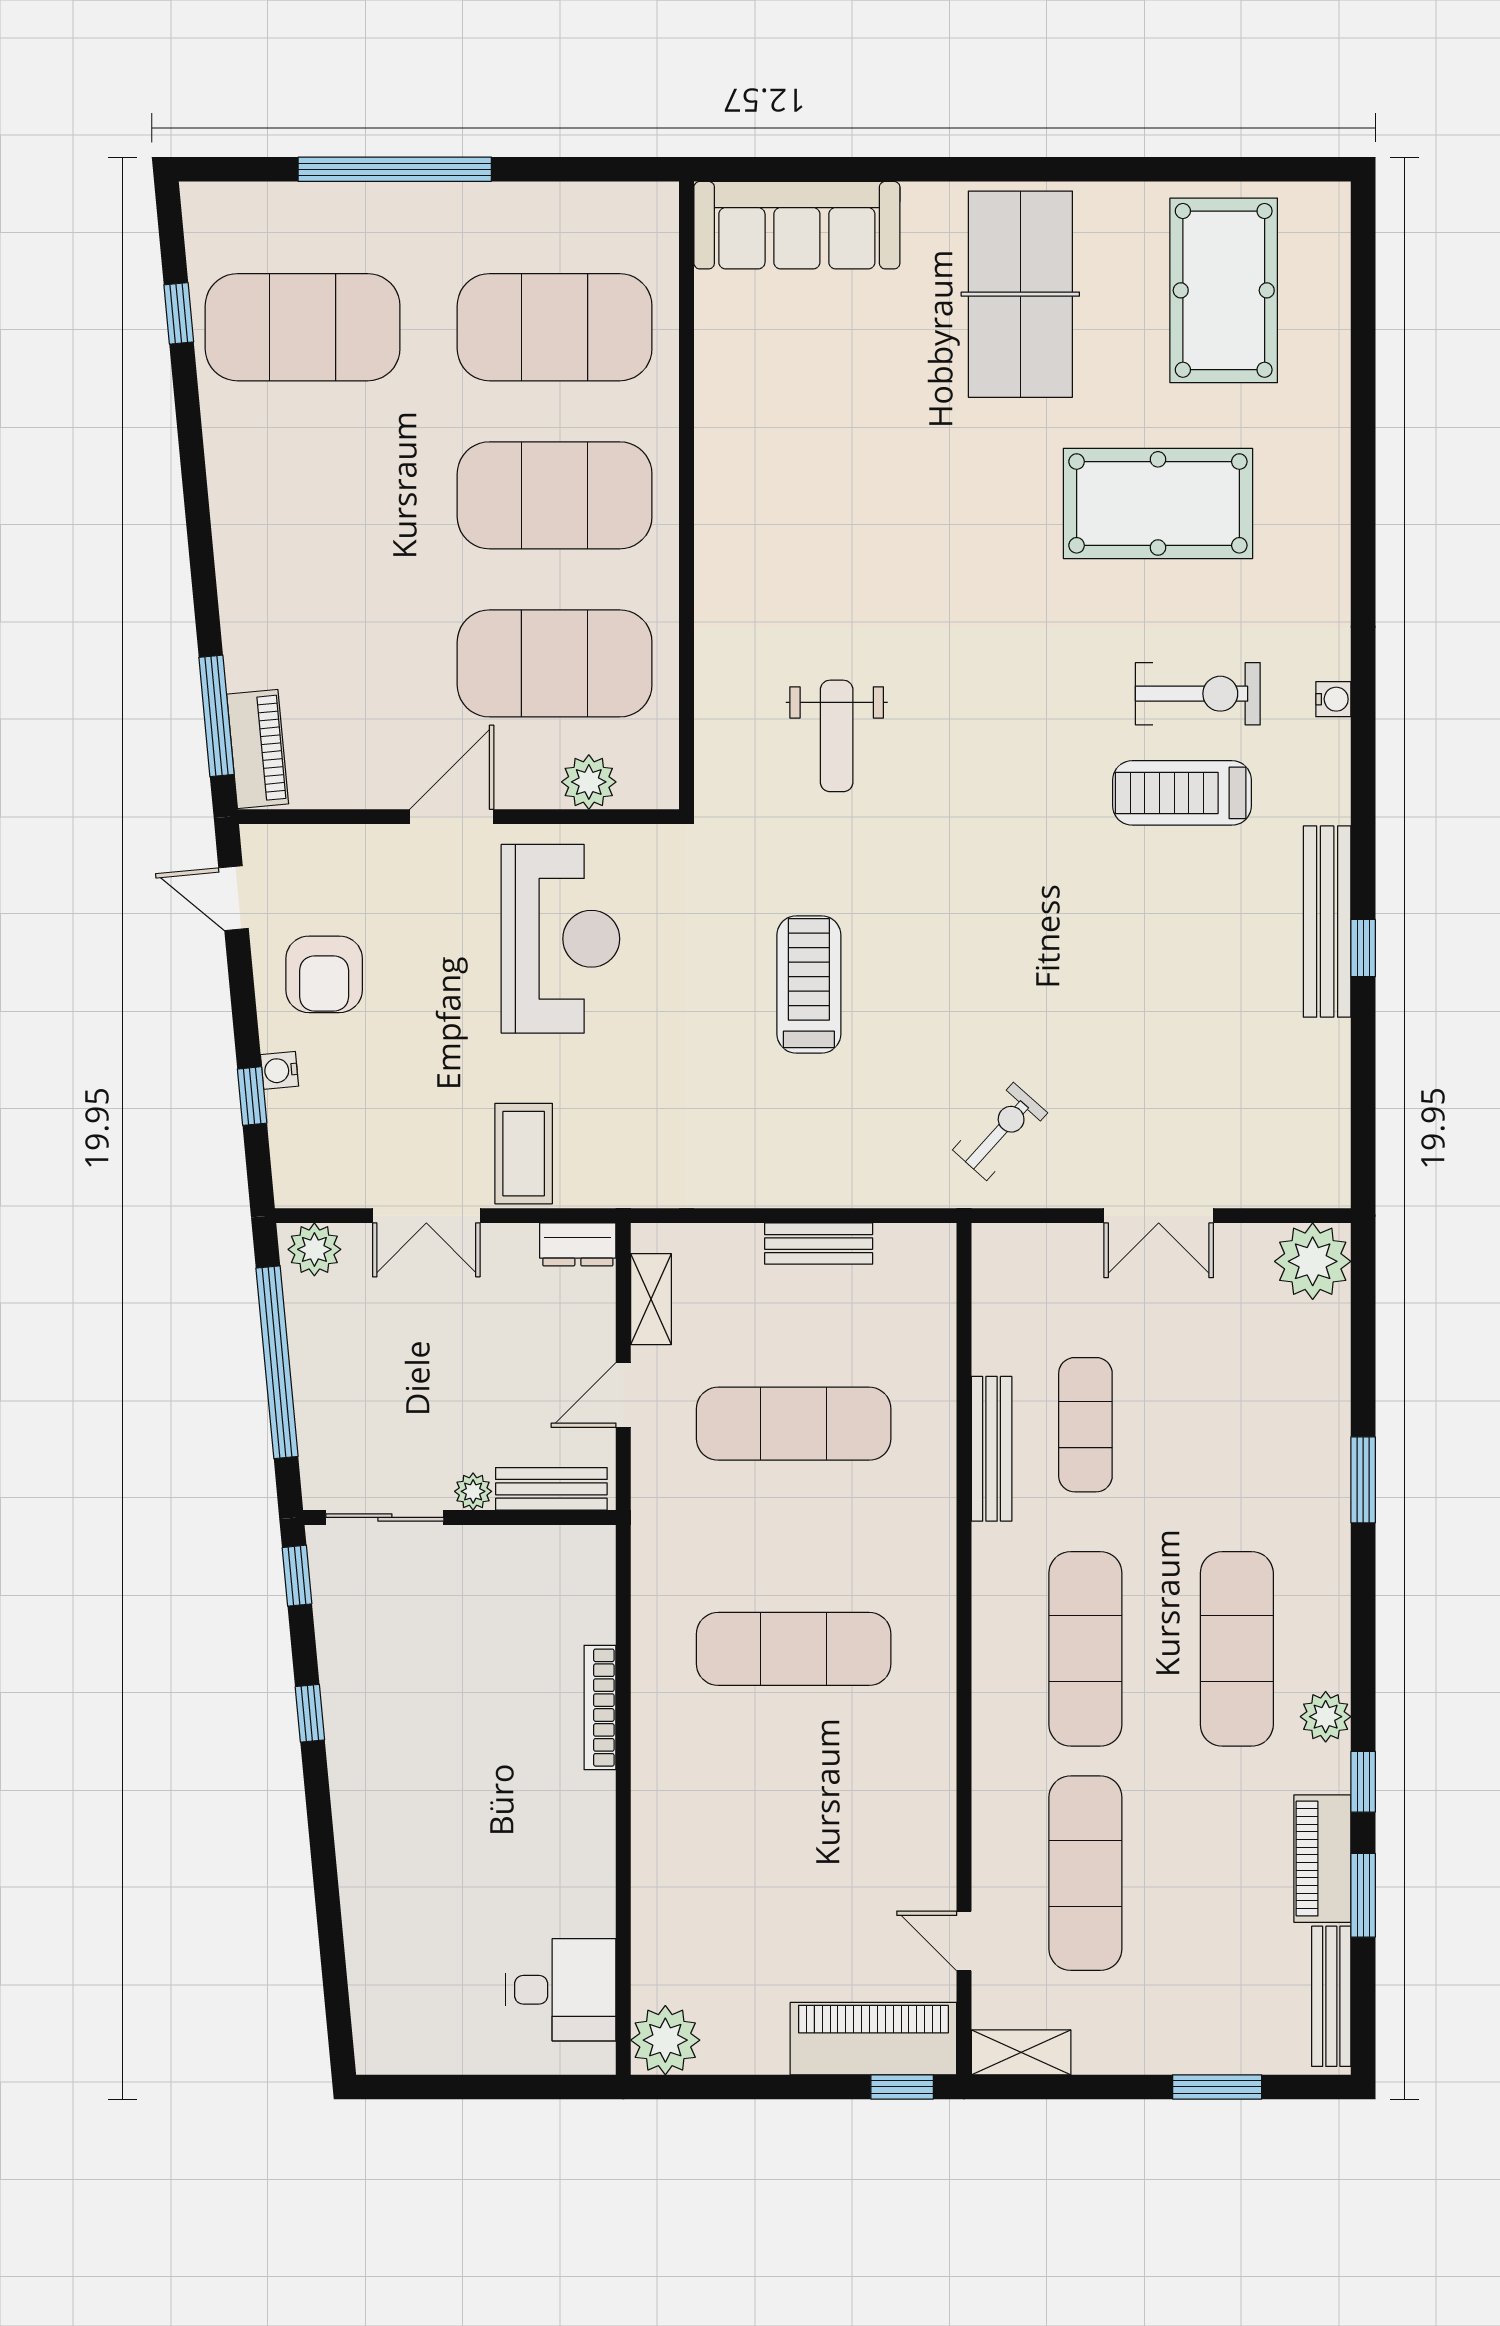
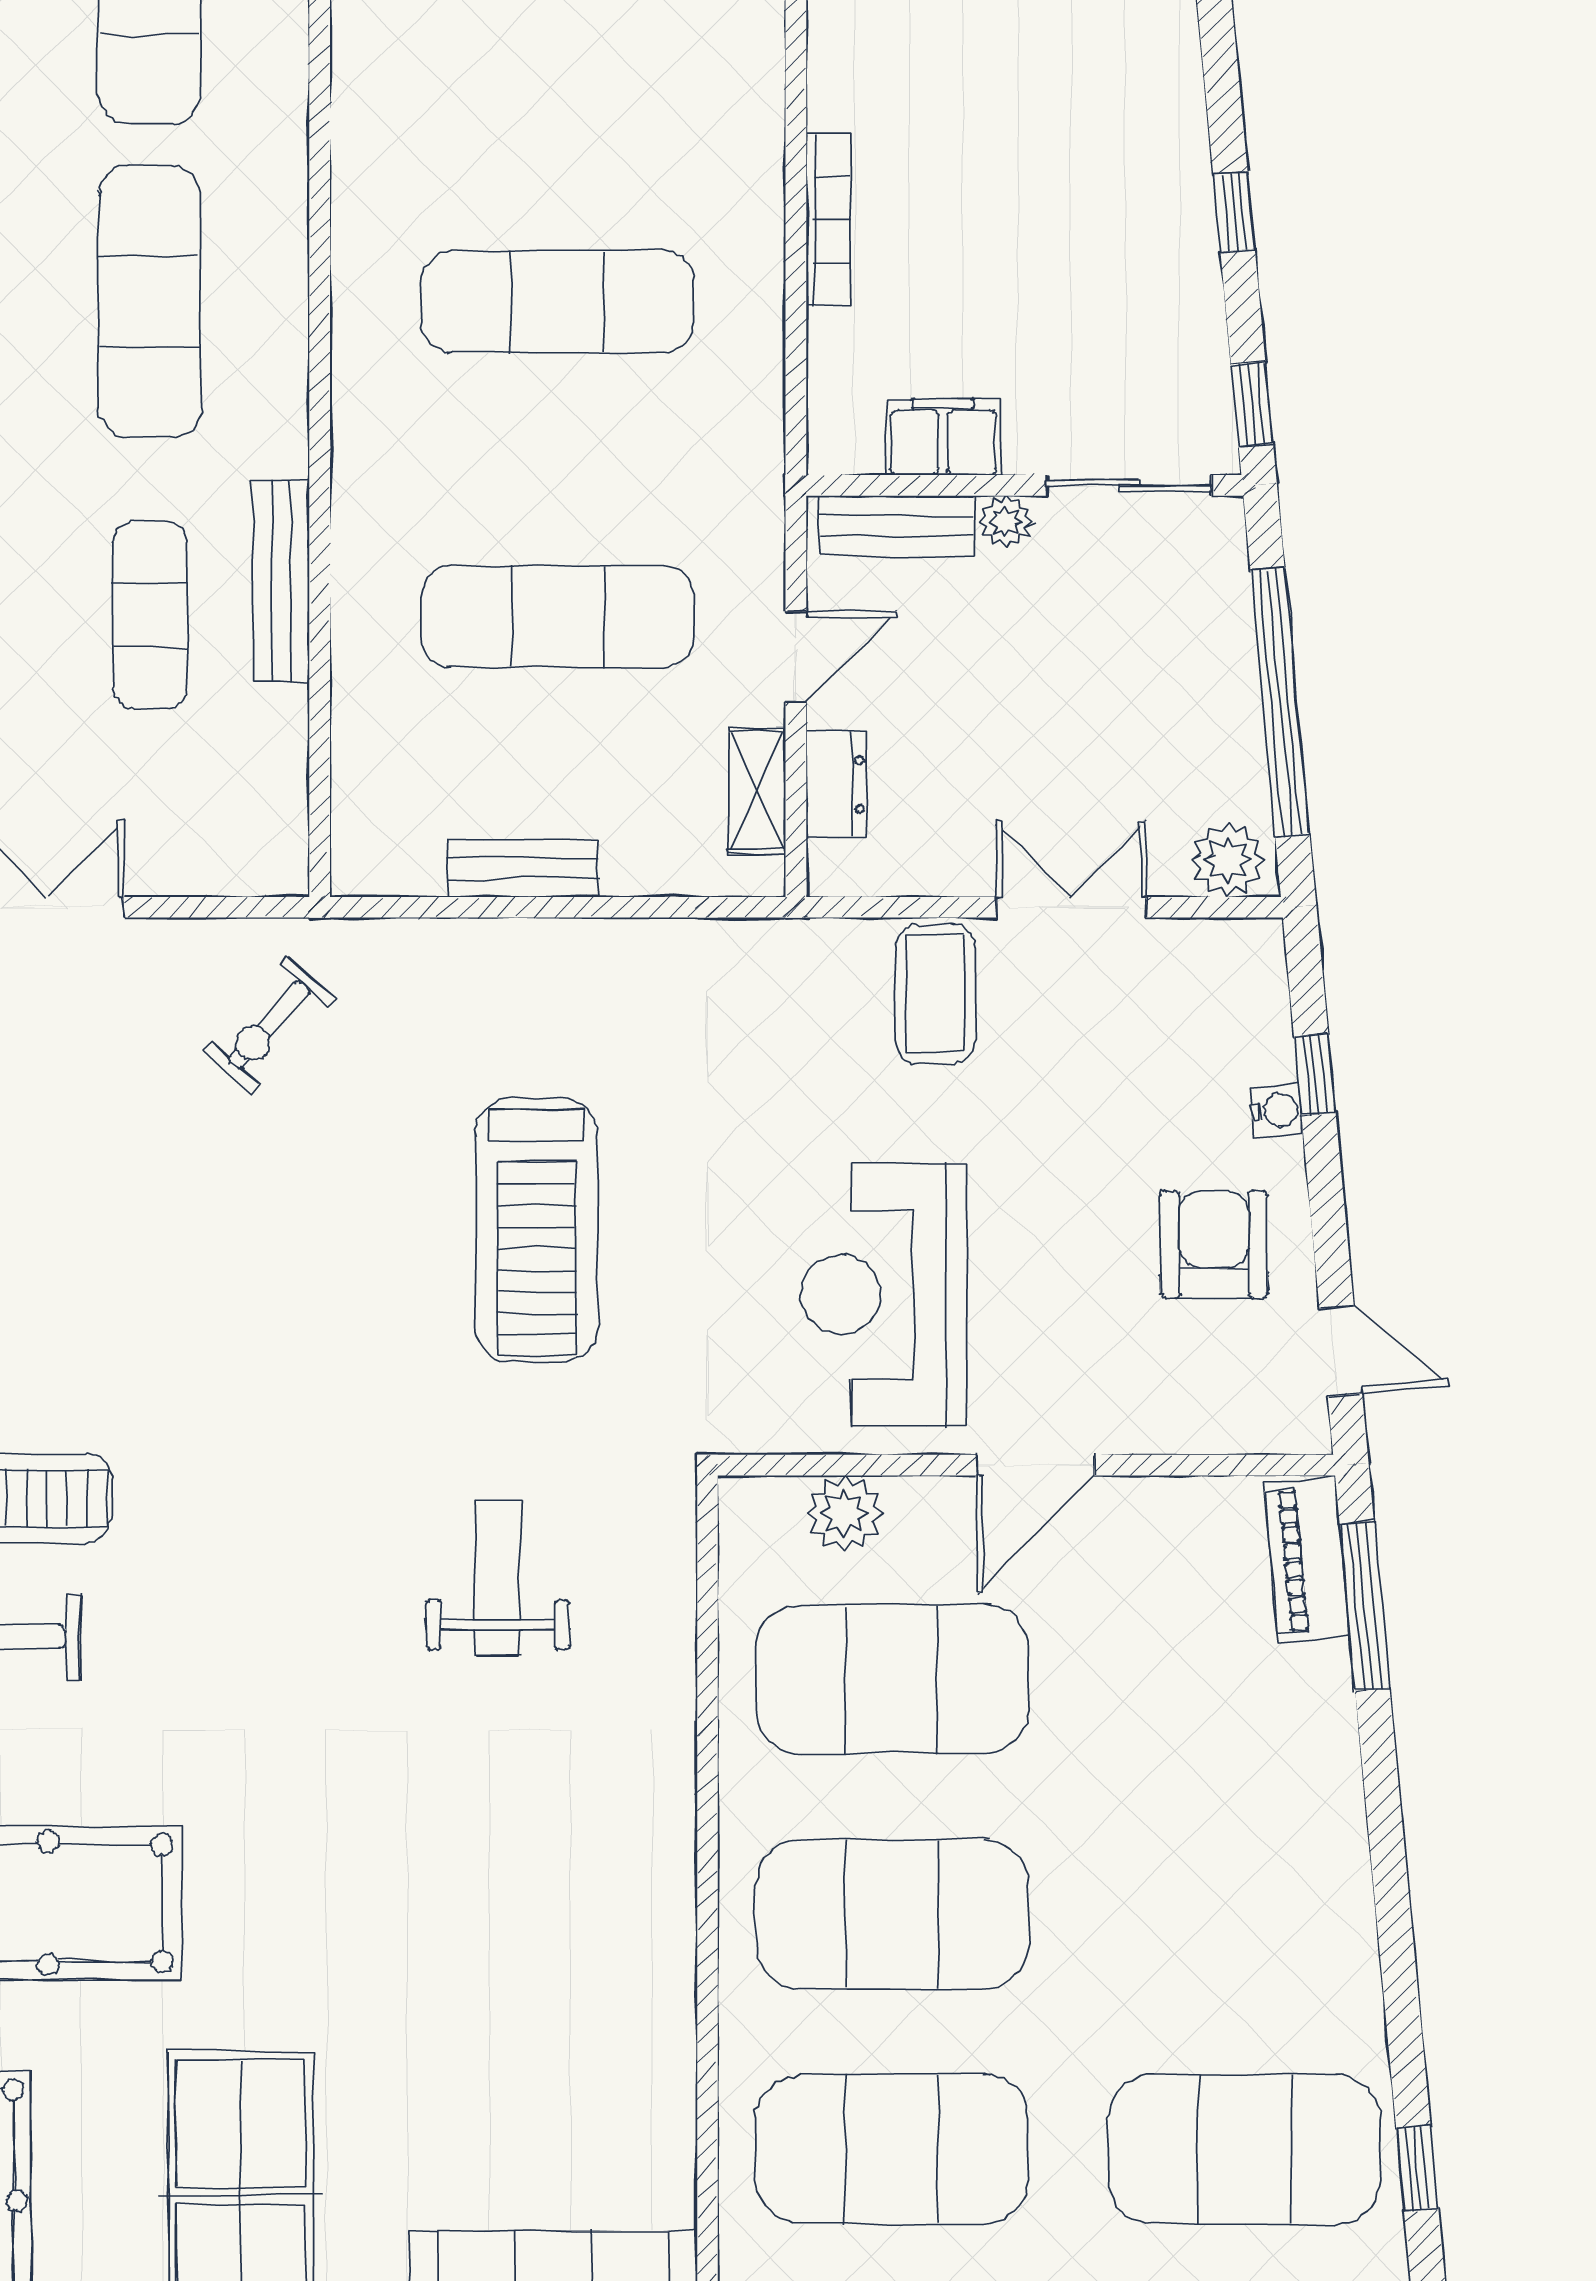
treadmill: (809, 984) -> (536, 1230), width x1.37, depth x1.38
dresser: (578, 1244) -> (836, 784), moved, turned 90
filing cabinet: (518, 1552) -> (943, 437), added

